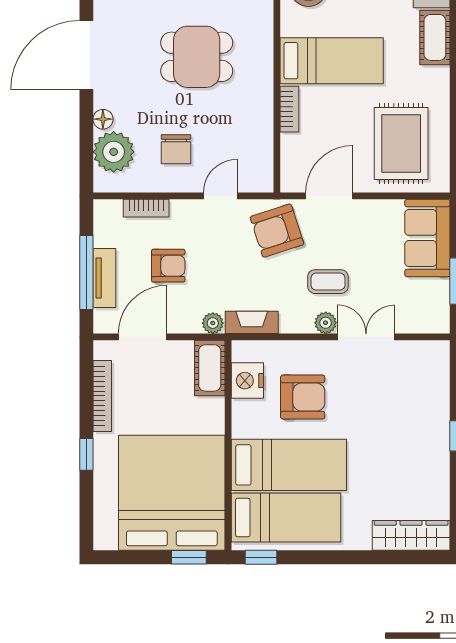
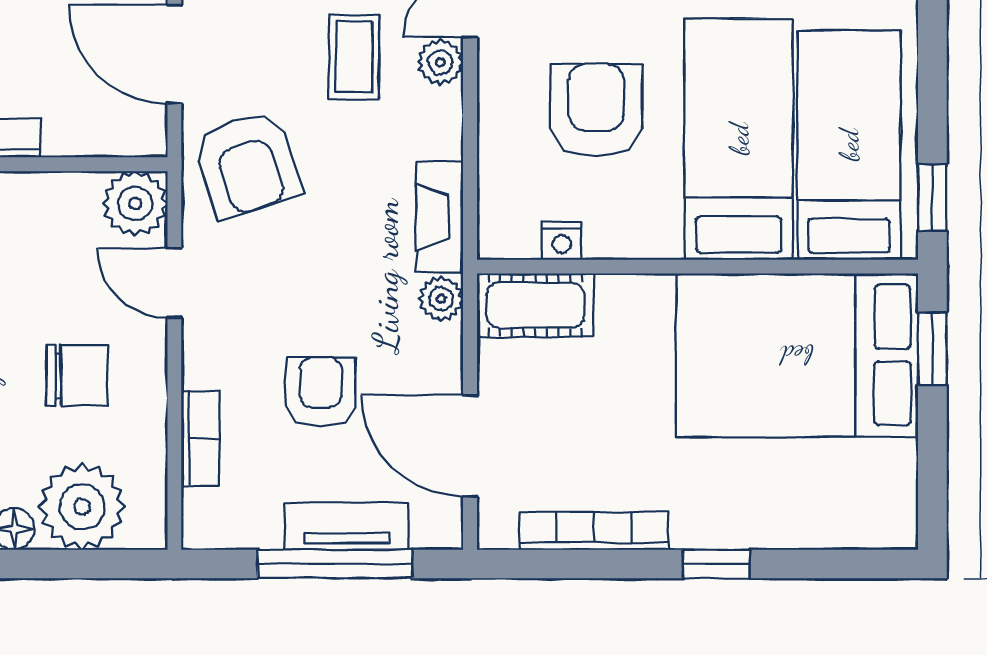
plant: (258, 177) -> (135, 204), added
nightstand: (247, 381) -> (562, 241), width x0.53, depth x0.56
bed: (172, 493) -> (797, 355), width x0.73

